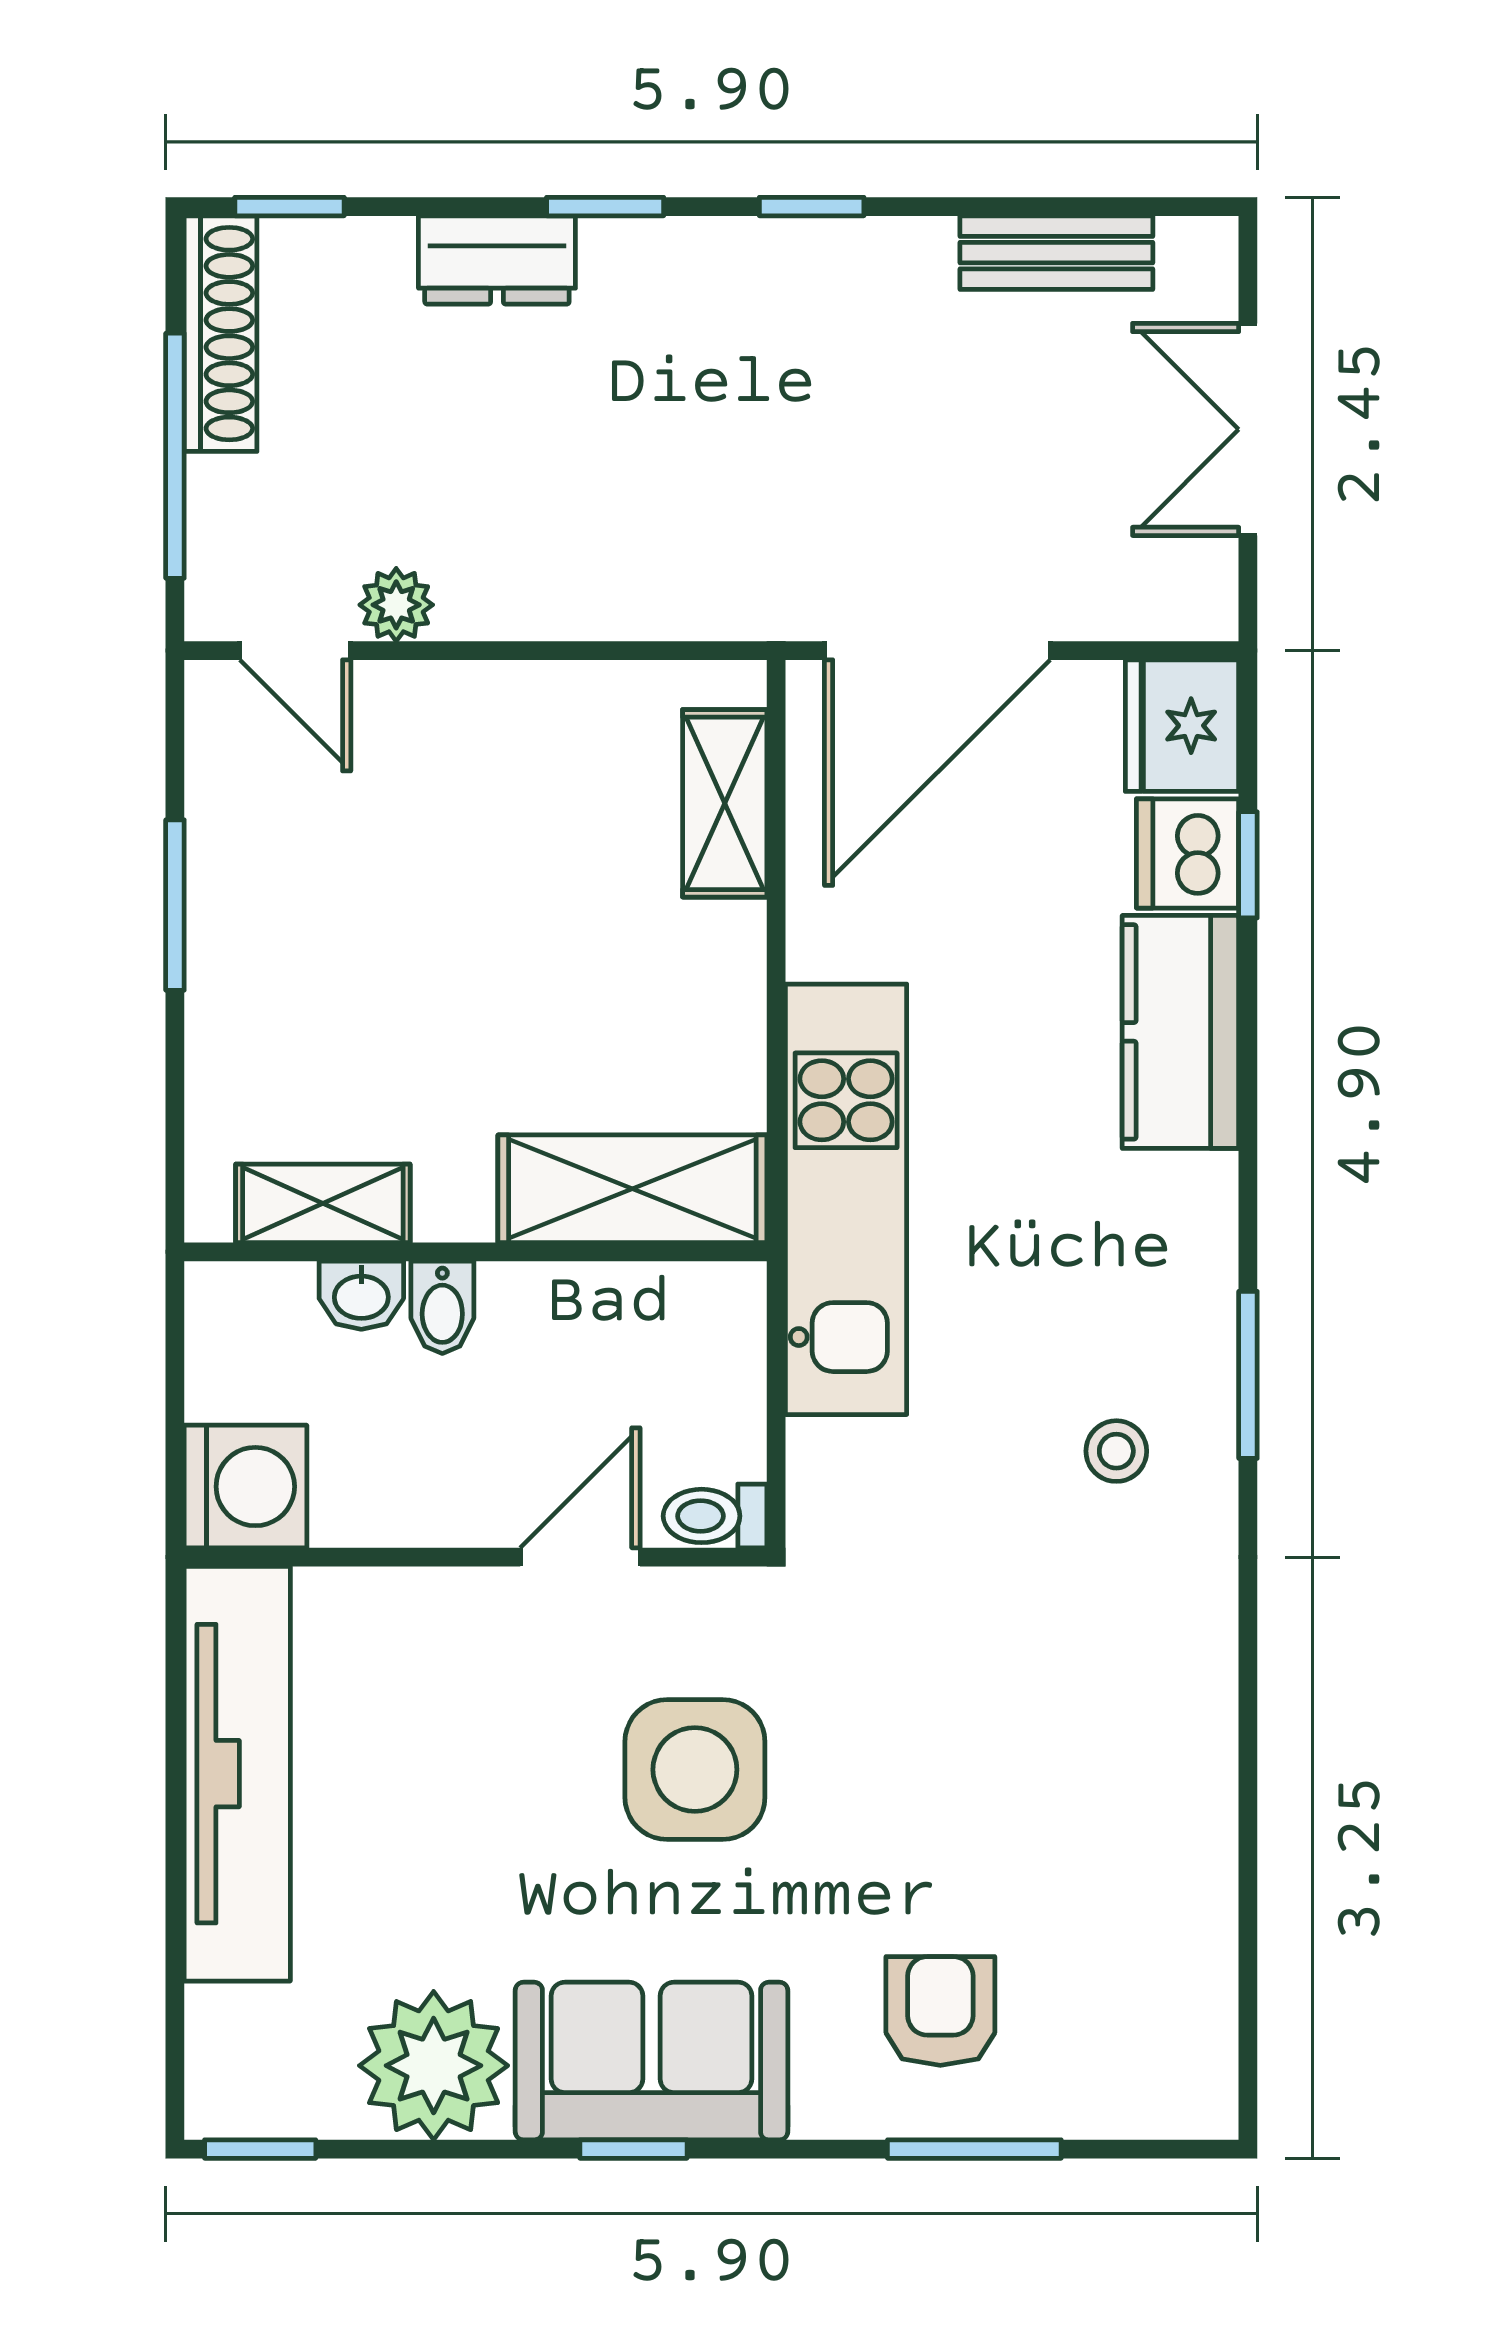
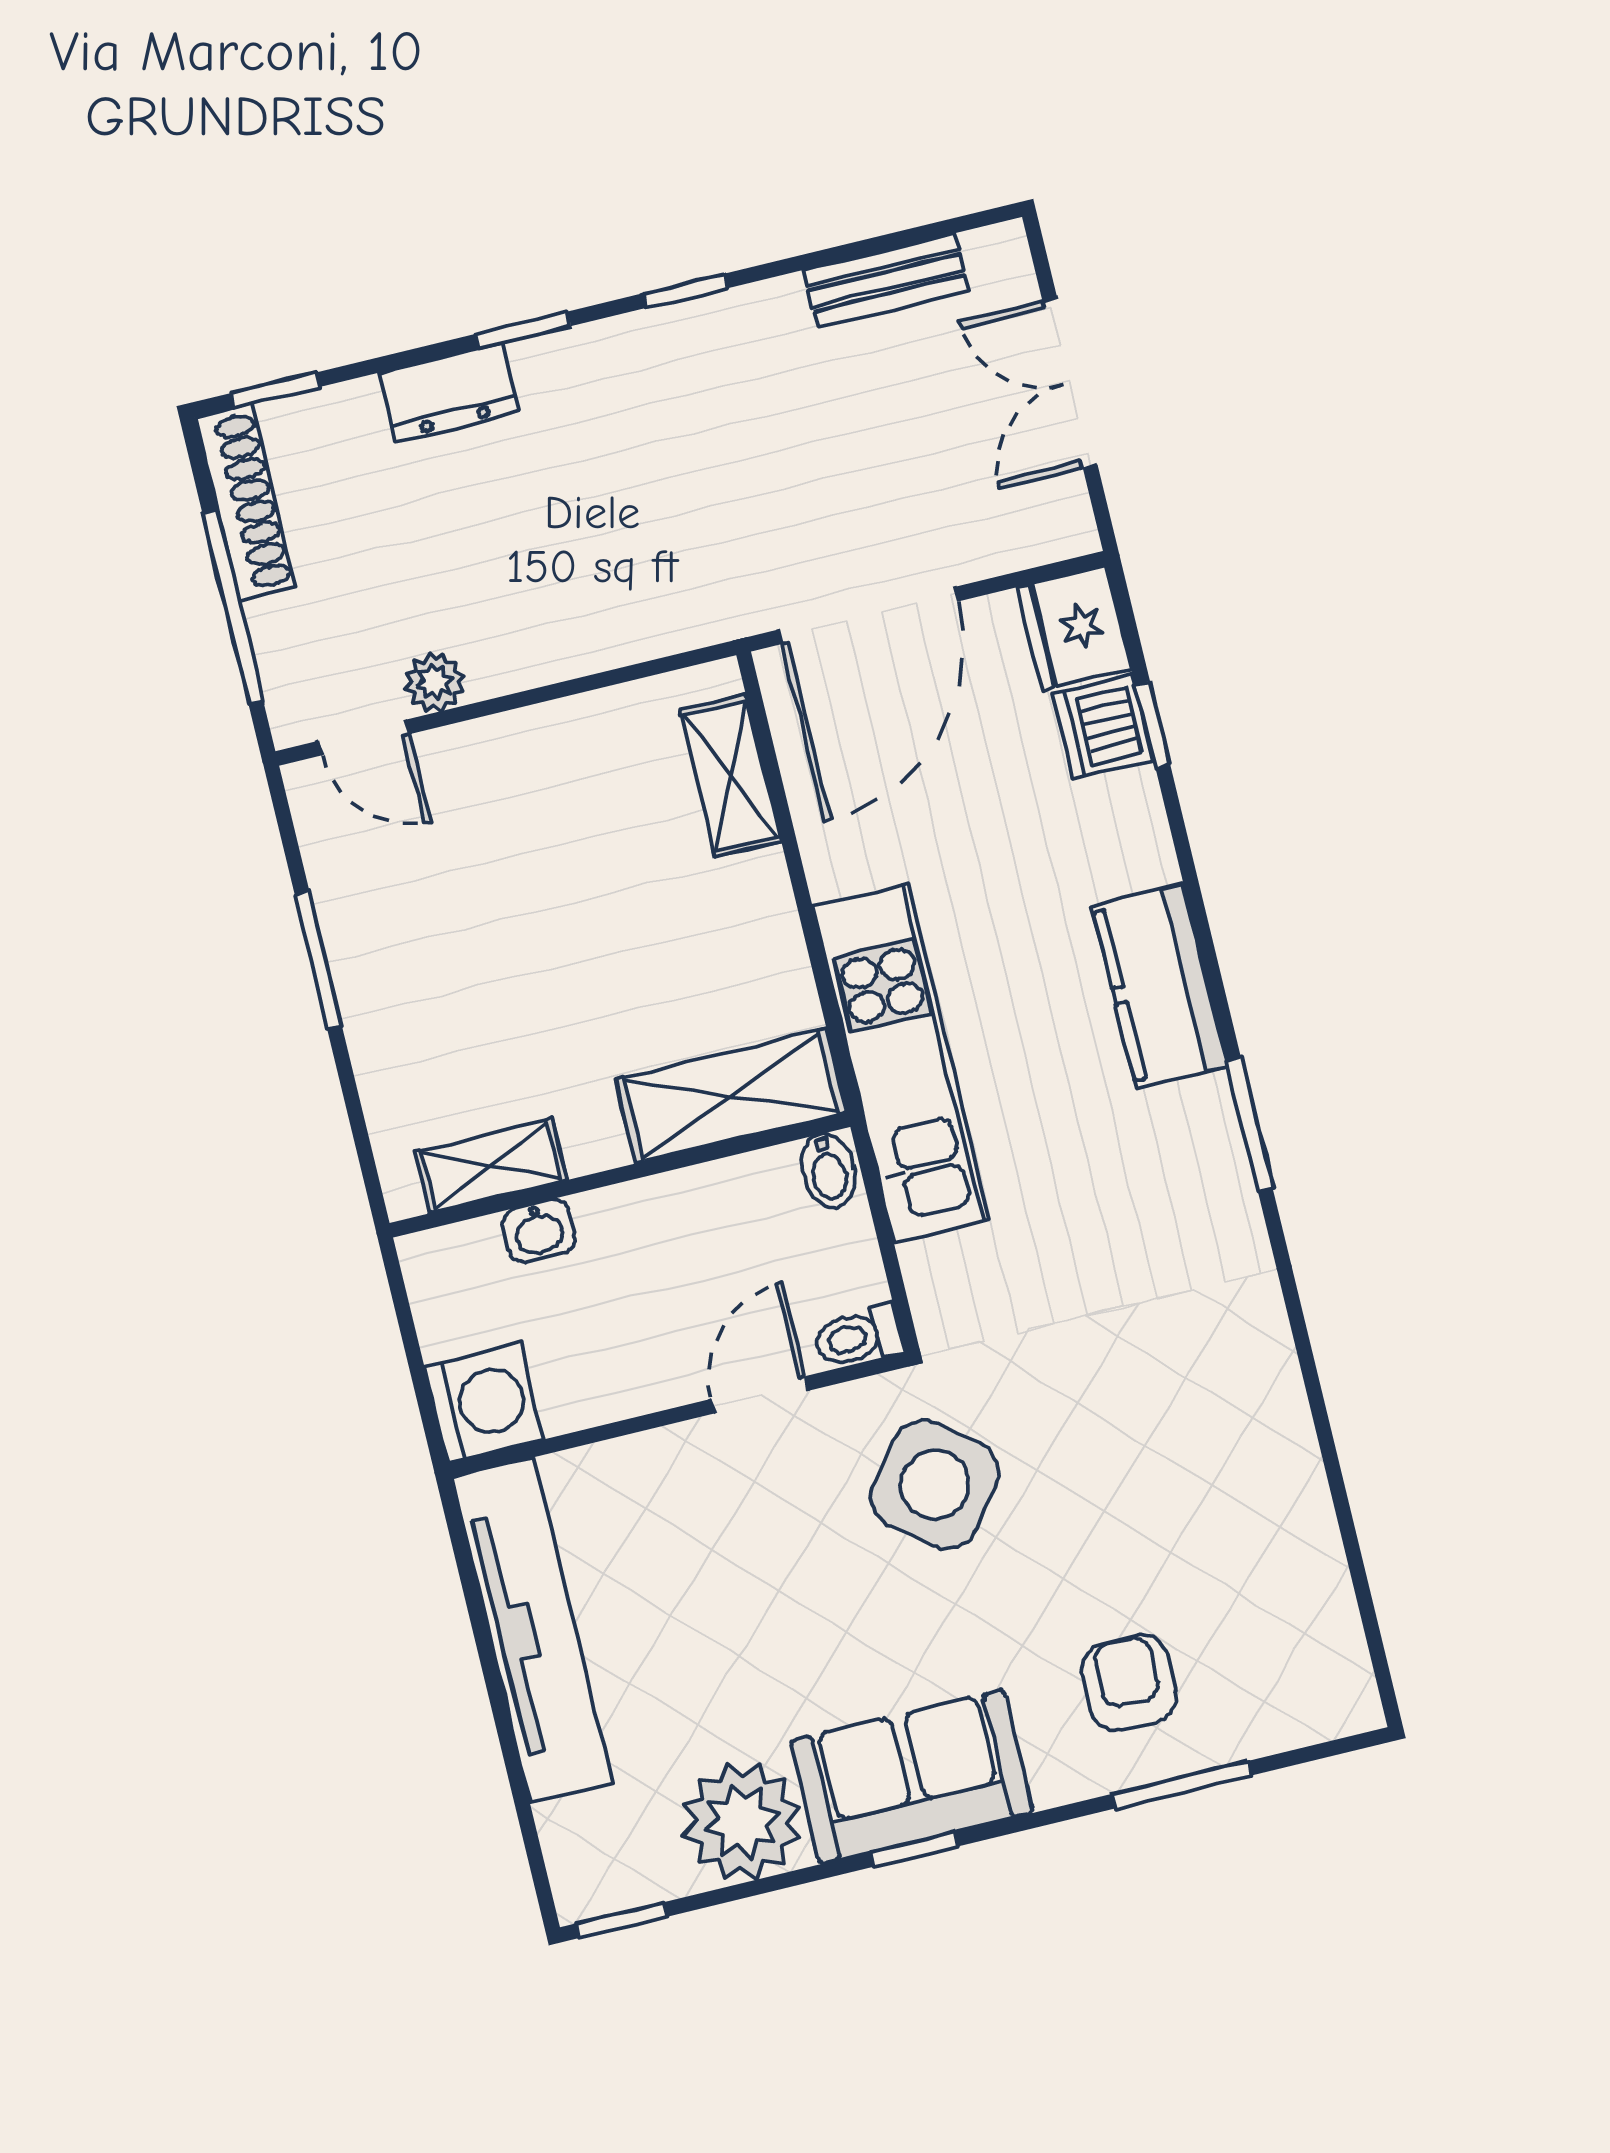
kitchen counter: (1180, 1032) -> (1160, 986), moved
bidet: (442, 1307) -> (828, 1171), moved
stool: (1116, 1451) -> (1161, 1210), removed
side table: (695, 1770) -> (935, 1485), moved, turned 38

